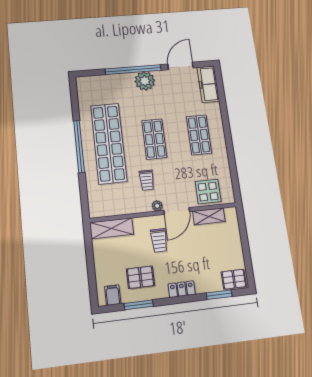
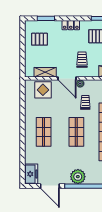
door: (180, 66) -> (50, 186), hinge flipped
freezer: (208, 84) -> (31, 174), width x0.71
door: (177, 211) -> (67, 78), swing flipped
pallet: (234, 279) -> (39, 39), moved

